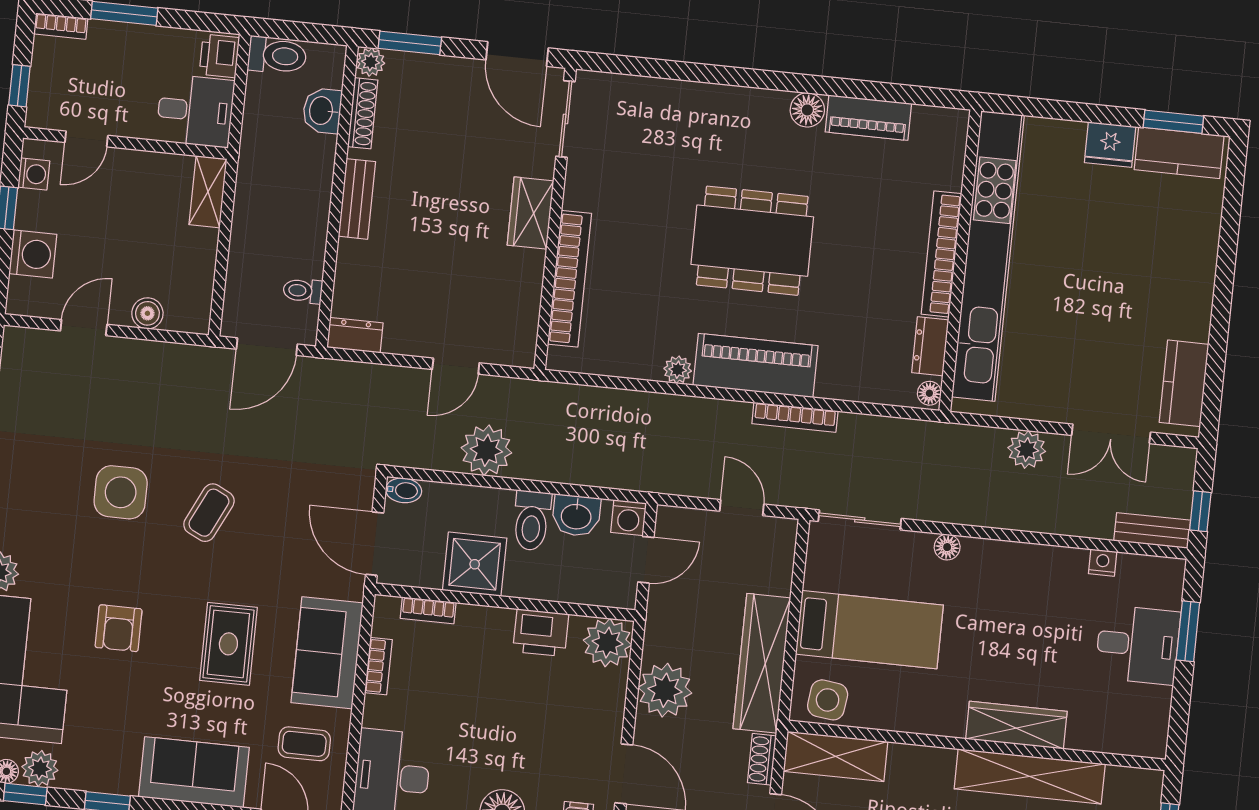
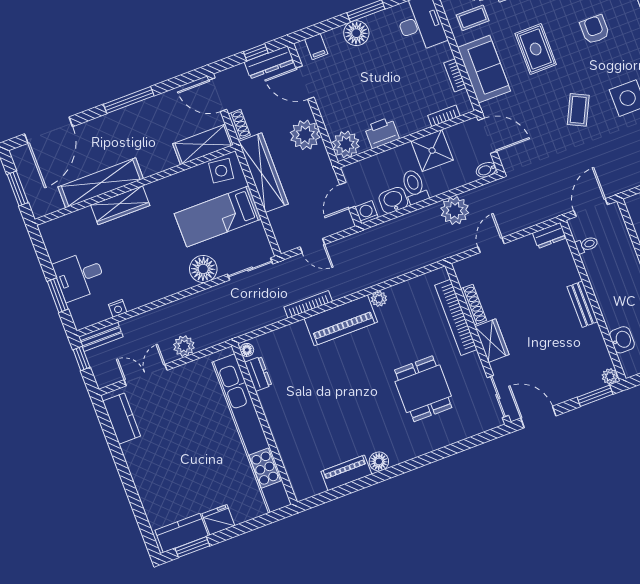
shoe rack: (363, 113) -> (474, 305), moved, turned 180
dining table: (752, 241) -> (423, 389), moved, width x0.73
bookcase: (942, 254) -> (276, 423), removed
floor lamp: (947, 547) -> (203, 269), width x1.89, depth x1.89

